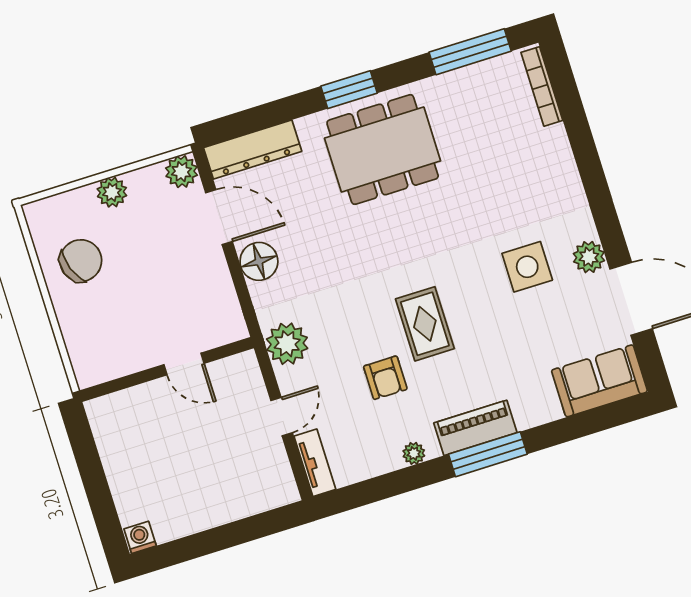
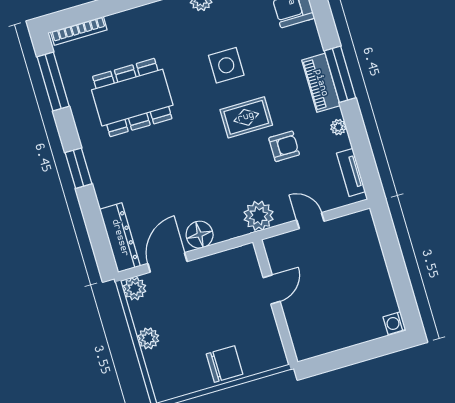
dining table: (383, 149) -> (132, 98), moved, turned 90
chair: (81, 261) -> (225, 364), moved, turned 110
side table: (527, 267) -> (226, 65), moved
tv unit: (315, 463) -> (351, 172), moved, turned -90

